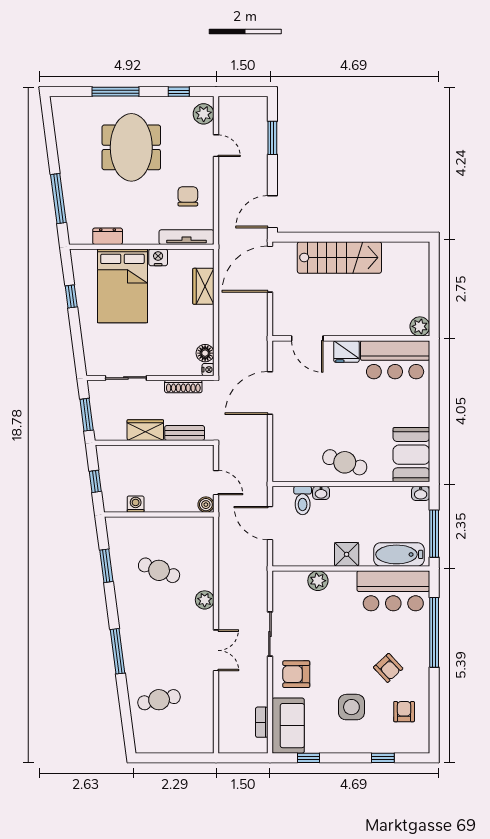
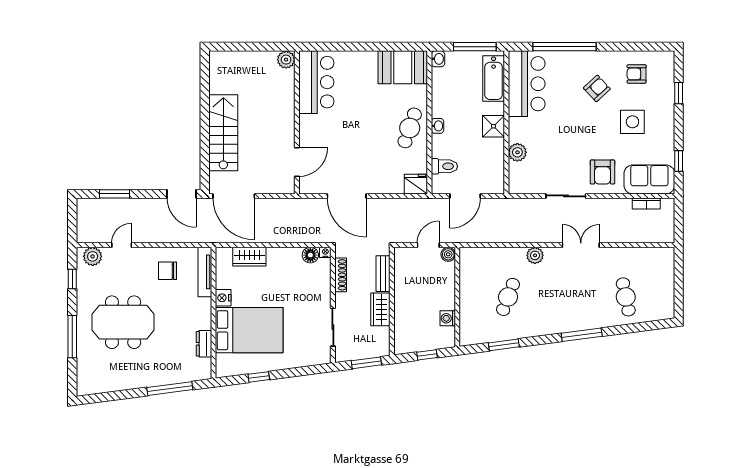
fridge: (346, 351) -> (416, 184), moved, turned -90
washbasin: (321, 493) -> (438, 126), moved

